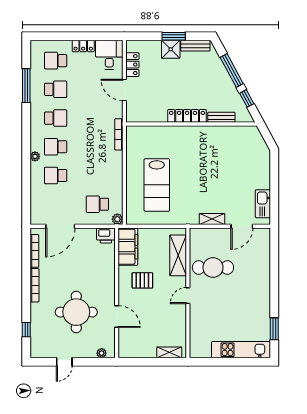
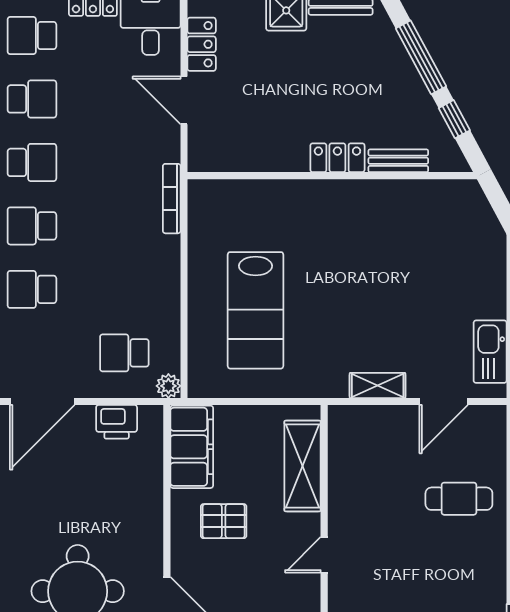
locker: (187, 116) -> (337, 158), width x0.66
printer: (106, 235) -> (117, 422), moved
cafe table: (213, 268) -> (459, 499), moved, width x0.73, depth x0.74

